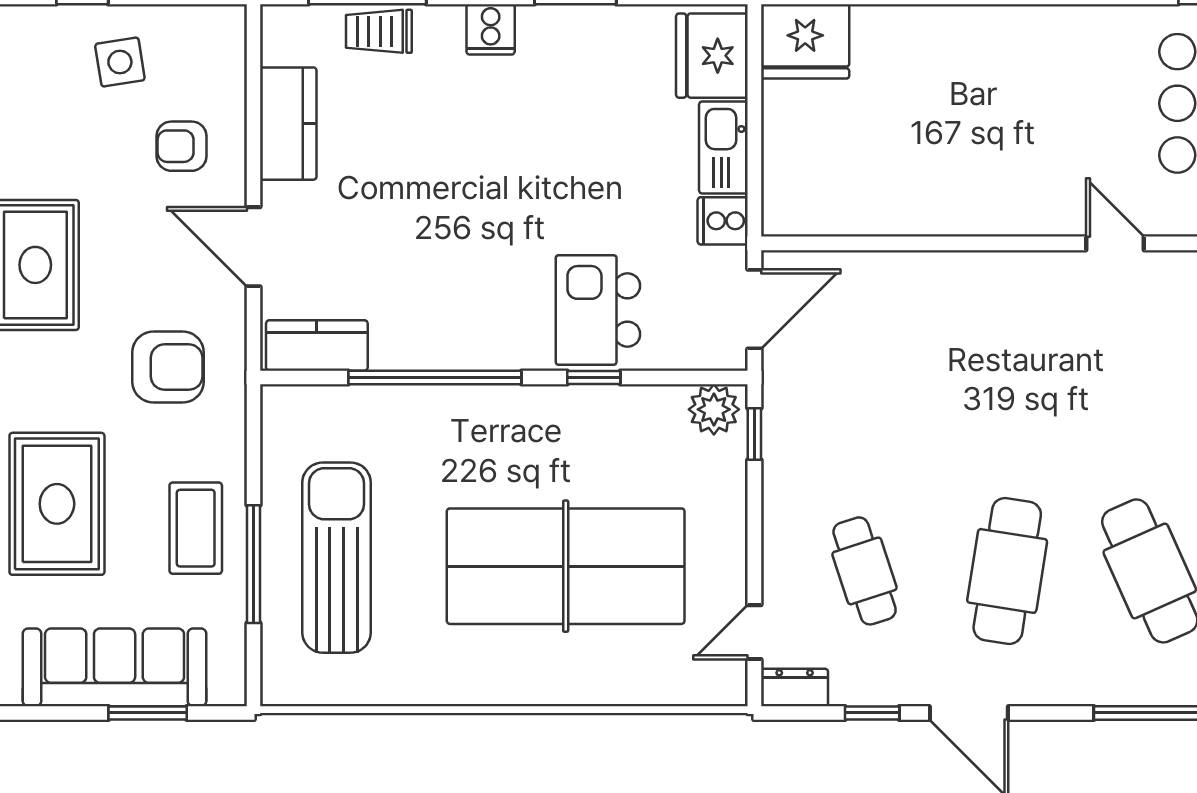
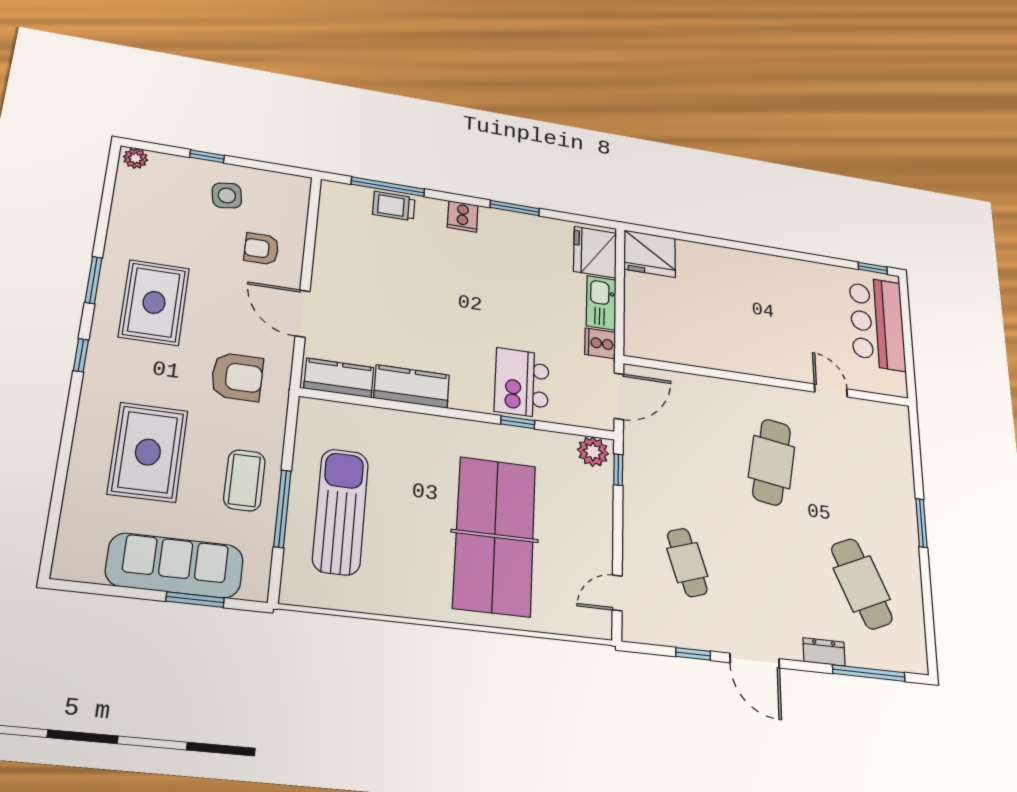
kitchen counter: (288, 124) -> (412, 387), moved, turned -90
window: (435, 378) -> (415, 408), removed
table tennis table: (566, 566) -> (495, 536), turned 90
cafe table: (1007, 571) -> (772, 462), moved
dresser: (795, 687) -> (824, 652), moved

